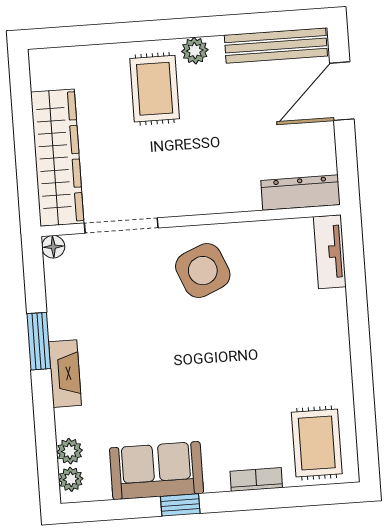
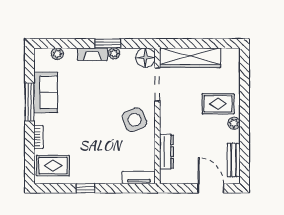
bench: (276, 46) -> (234, 160), width x0.73
dresser: (301, 193) -> (166, 152), moved
floor lamp: (53, 247) -> (145, 58), width x1.89, depth x1.89
window: (362, 368) -> (86, 188), added
plant: (71, 479) -> (114, 53), moved
window: (180, 505) -> (29, 102), width x2.17

